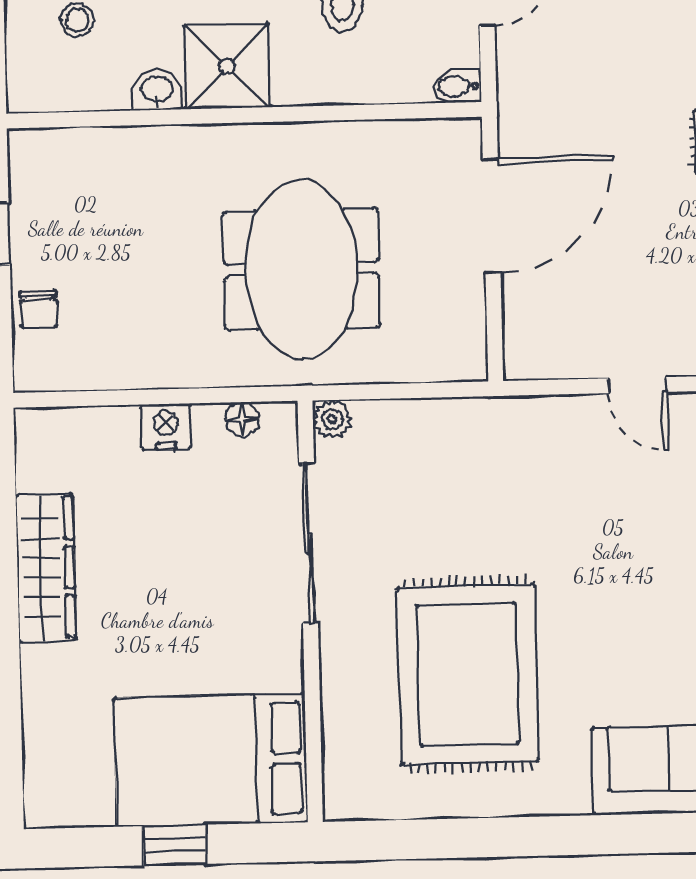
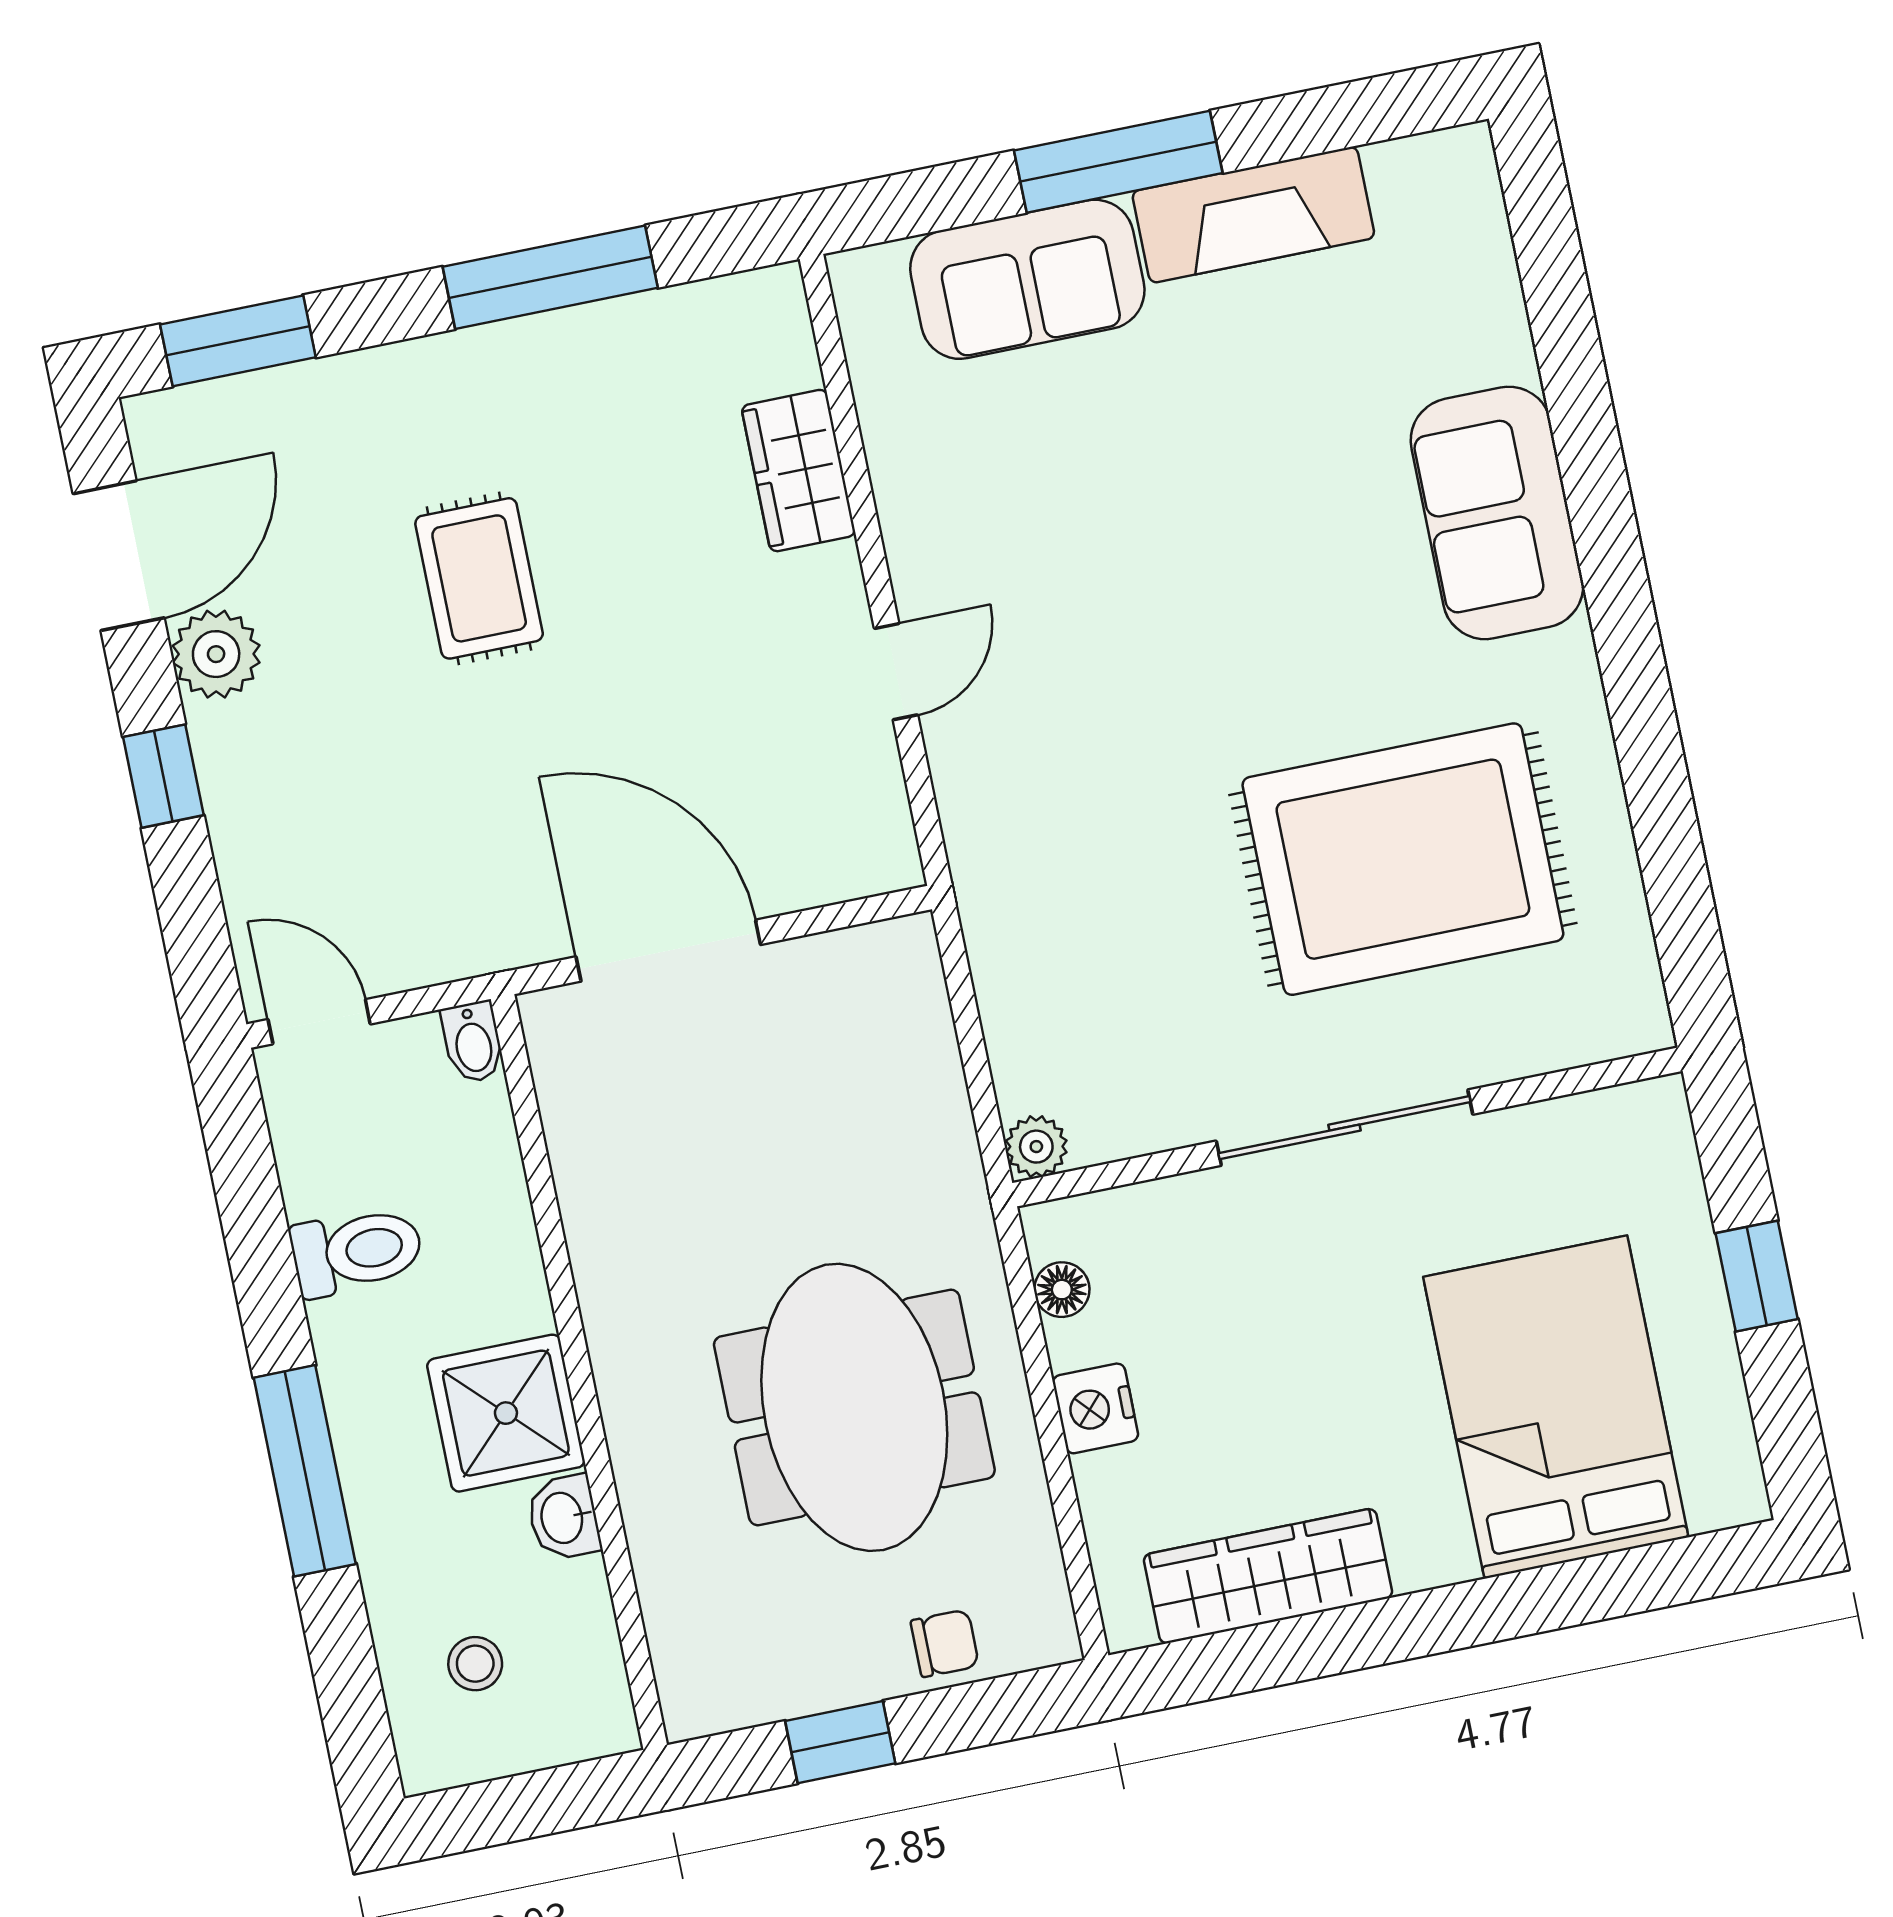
meeting table: (301, 269) -> (854, 1407), moved, turned 90
sliding door: (308, 543) -> (1344, 1128), moved
wardrobe: (46, 568) -> (1268, 1576), moved
bed: (211, 760) -> (1556, 1407), moved, turned 180

